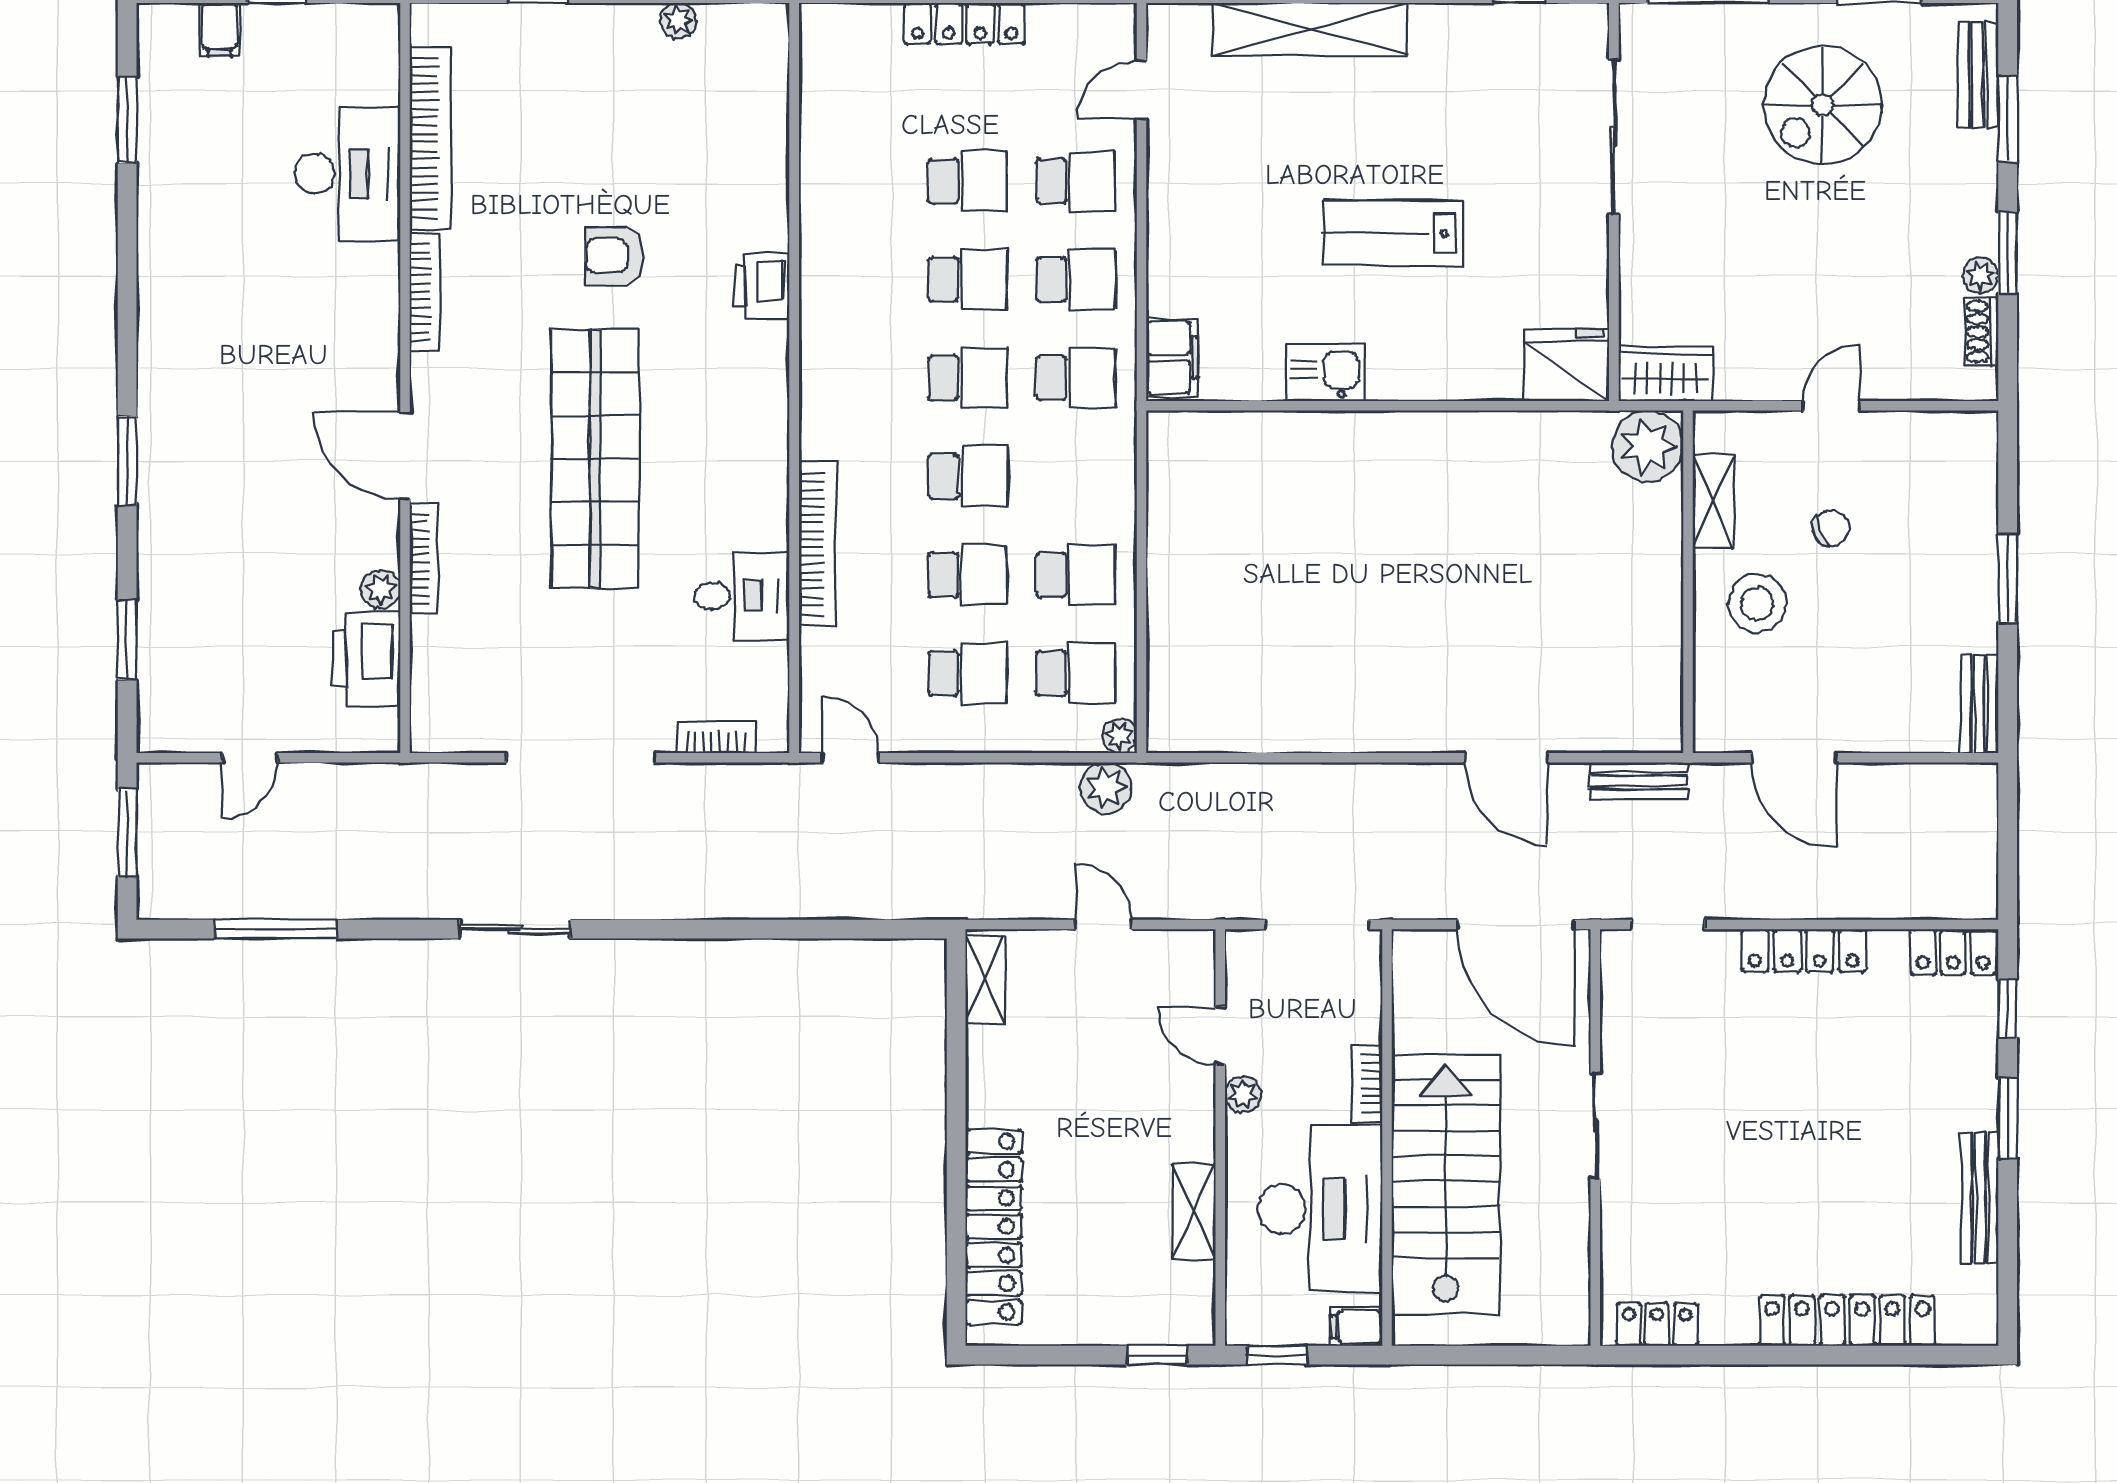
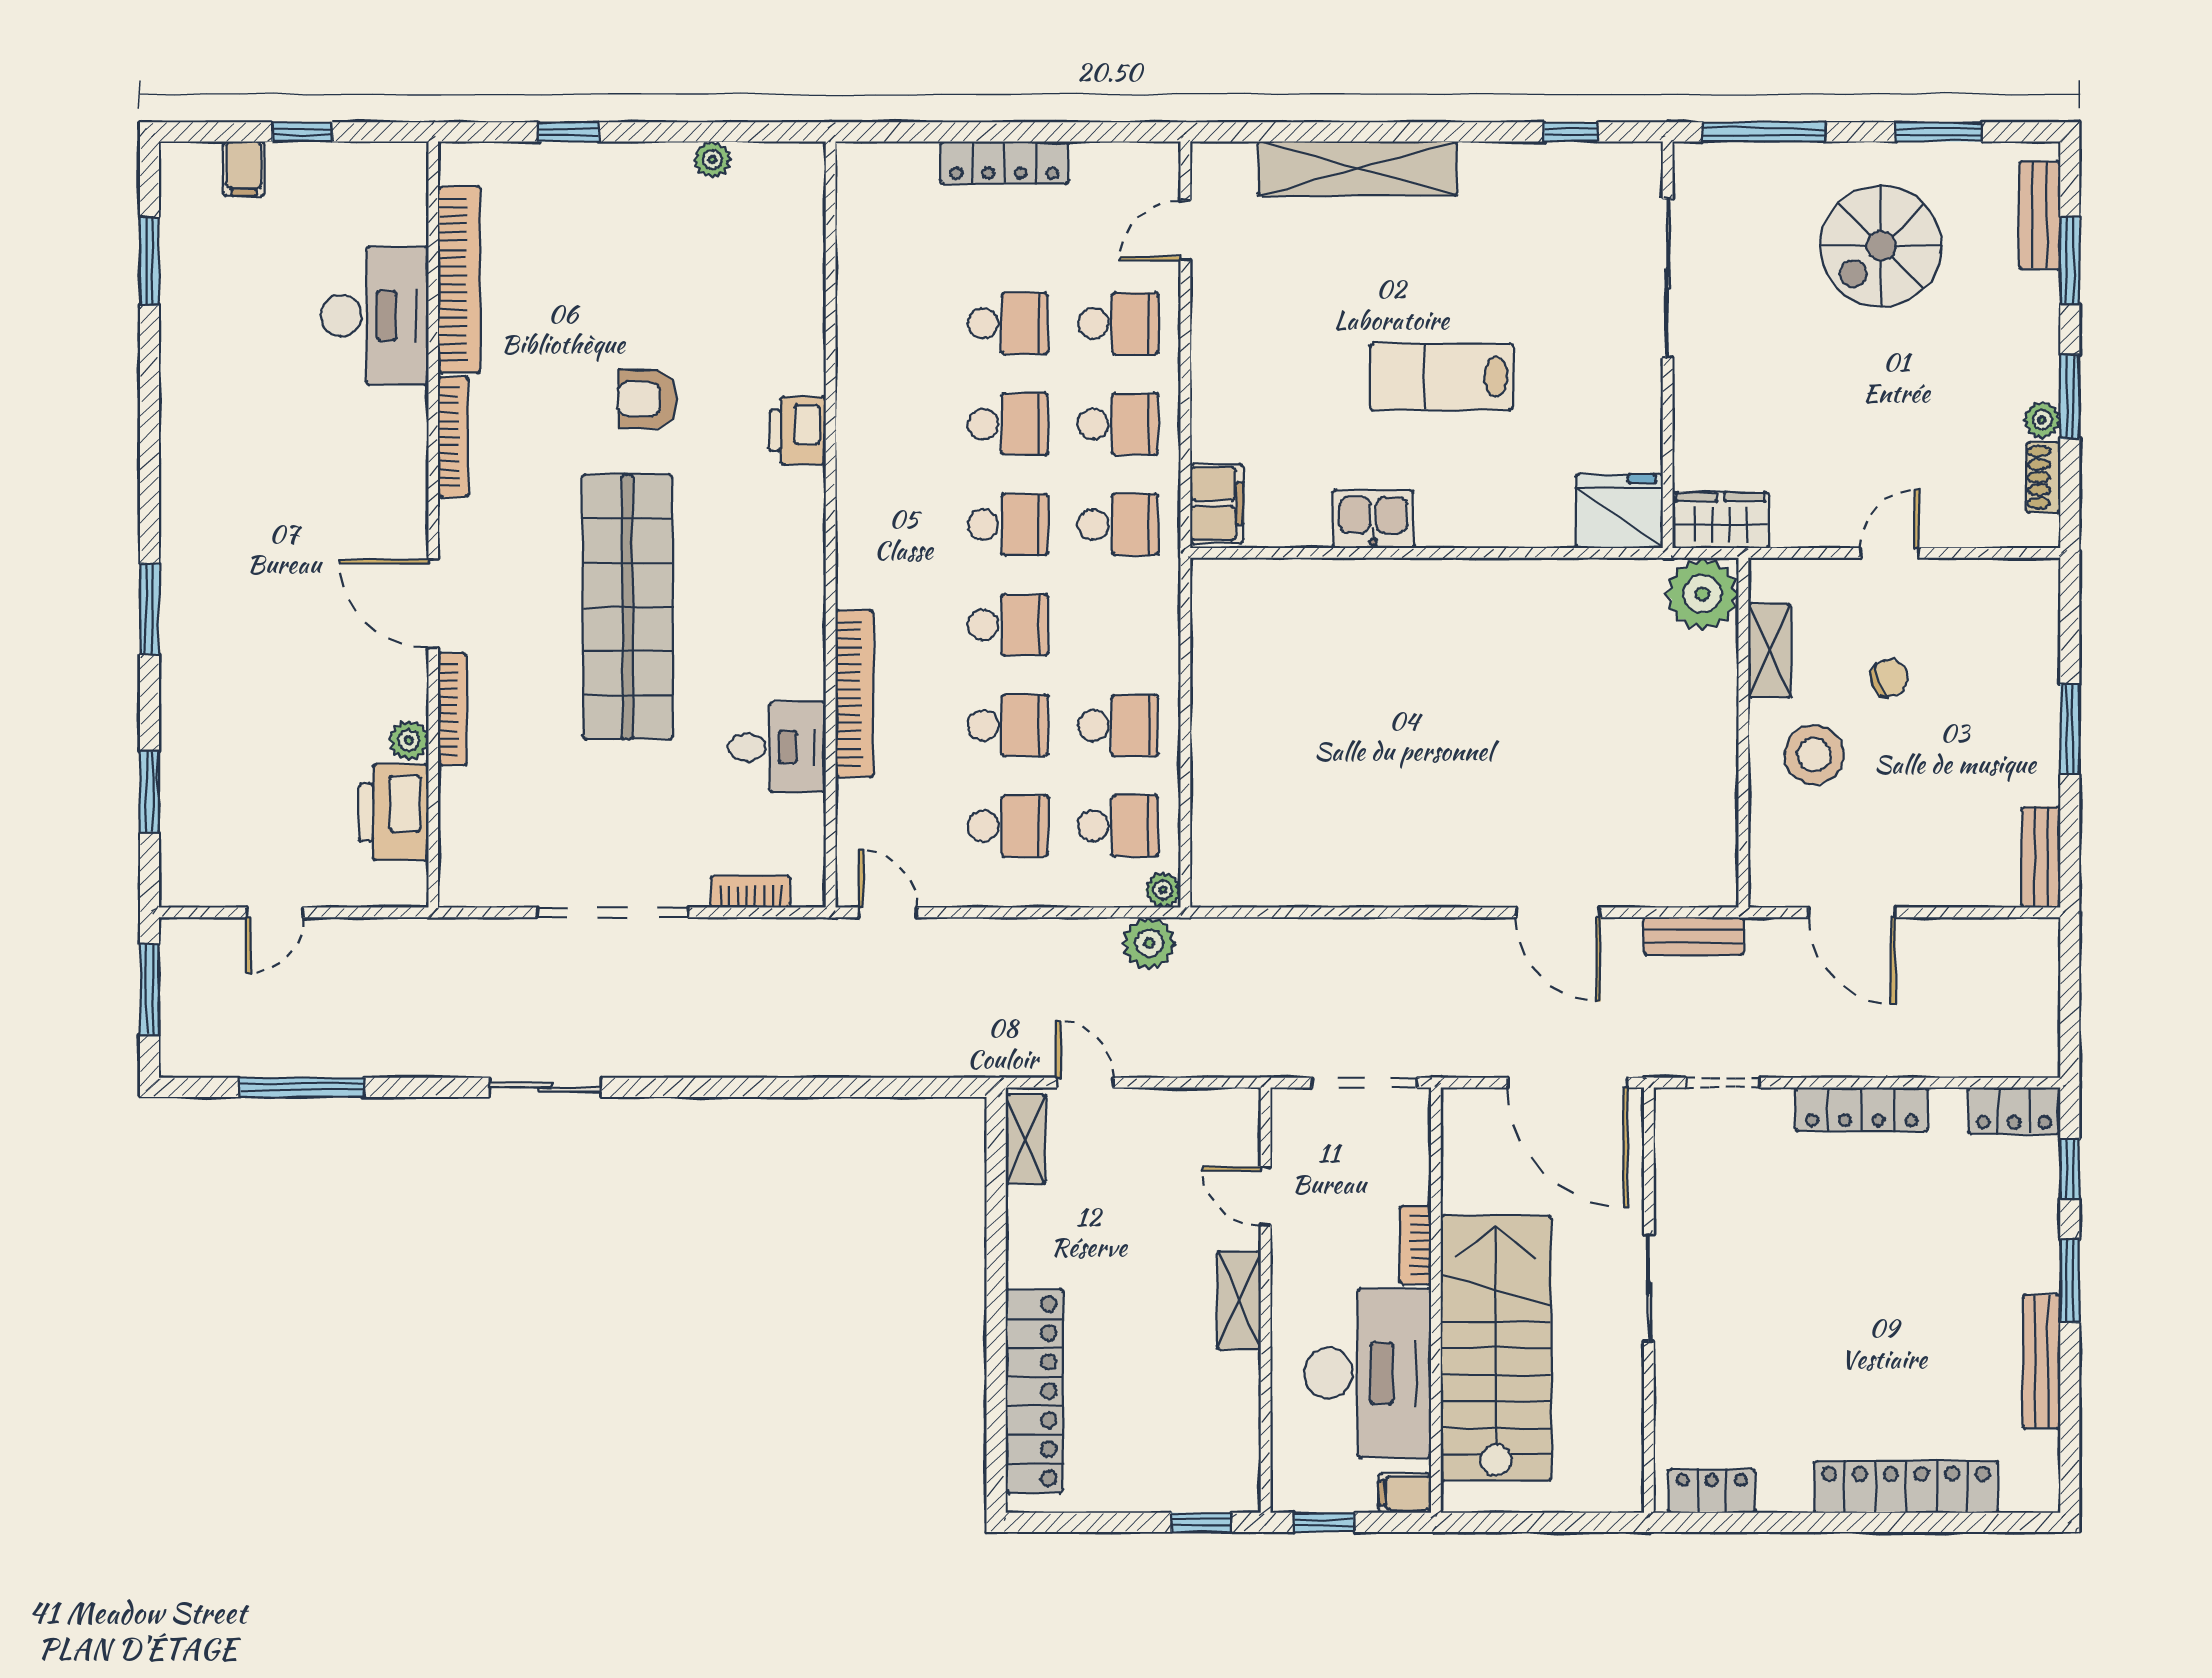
door: (1103, 924) -> (1085, 1083), moved
plant: (1243, 1094) -> (1289, 1256), removed
shelving: (1194, 1212) -> (1239, 1300), moved

